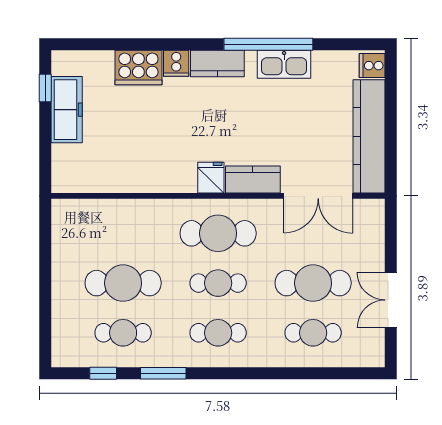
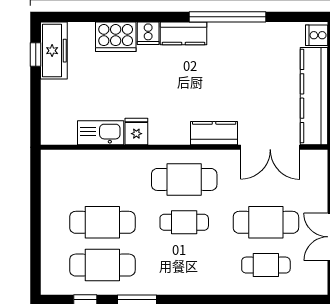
kitchen sink: (284, 64) -> (101, 133), moved, turned 180
freezer: (67, 110) -> (54, 51), moved
fridge: (211, 178) -> (136, 131), moved
cafe table: (123, 333) -> (102, 265), width x1.37, depth x1.35
cafe table: (218, 333) -> (184, 265), removed

